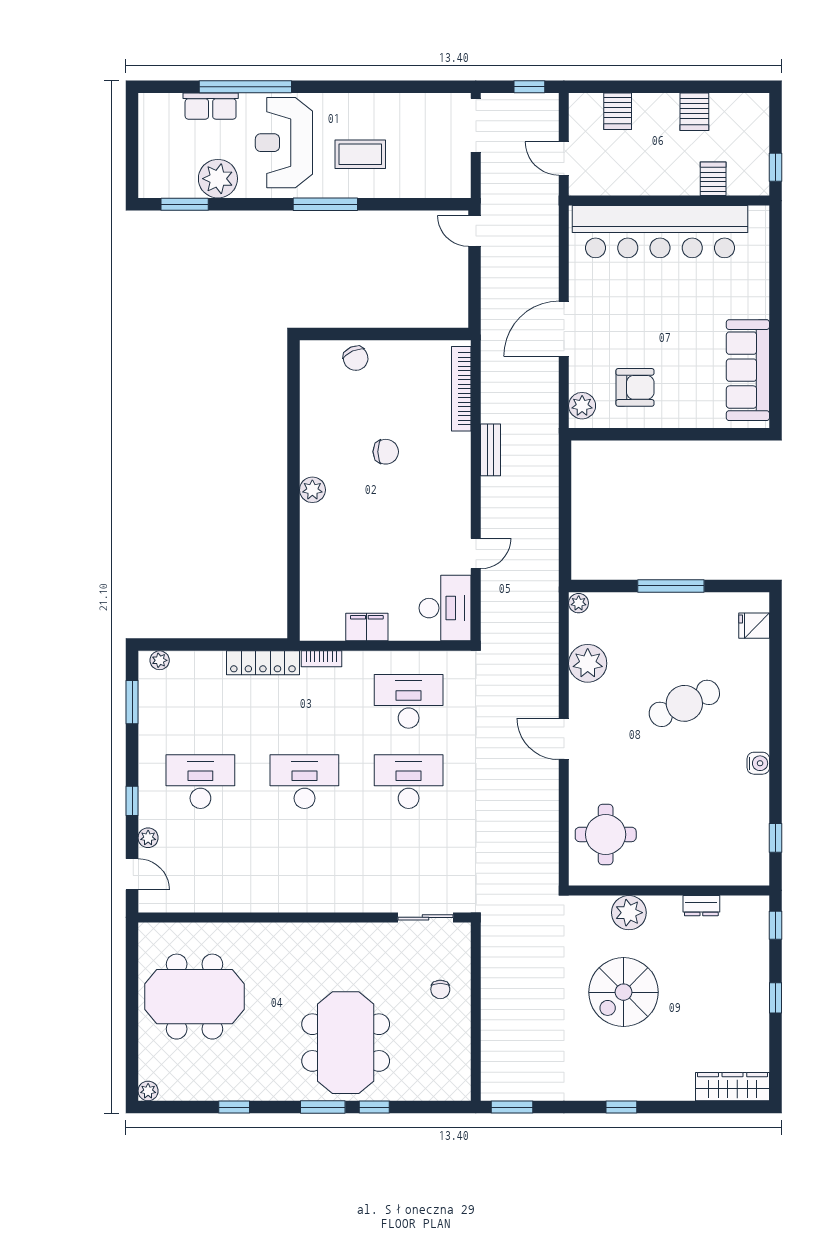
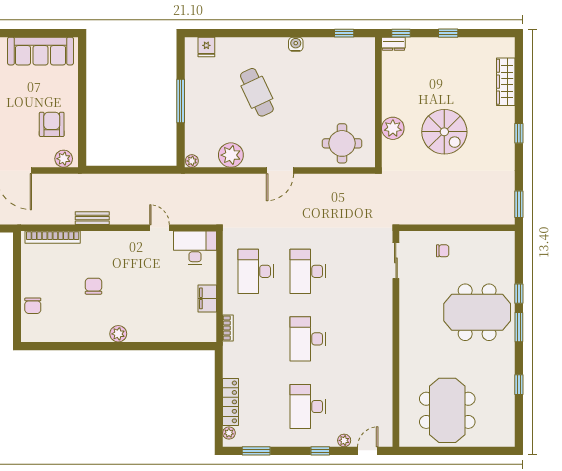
chair: (356, 358) -> (33, 306), turned 114
locker: (263, 663) -> (231, 402), moved
dresser: (701, 906) -> (393, 44), moved, turned 90
wardrobe: (733, 1087) -> (506, 82), moved
plant: (148, 1091) -> (509, 440), removed

